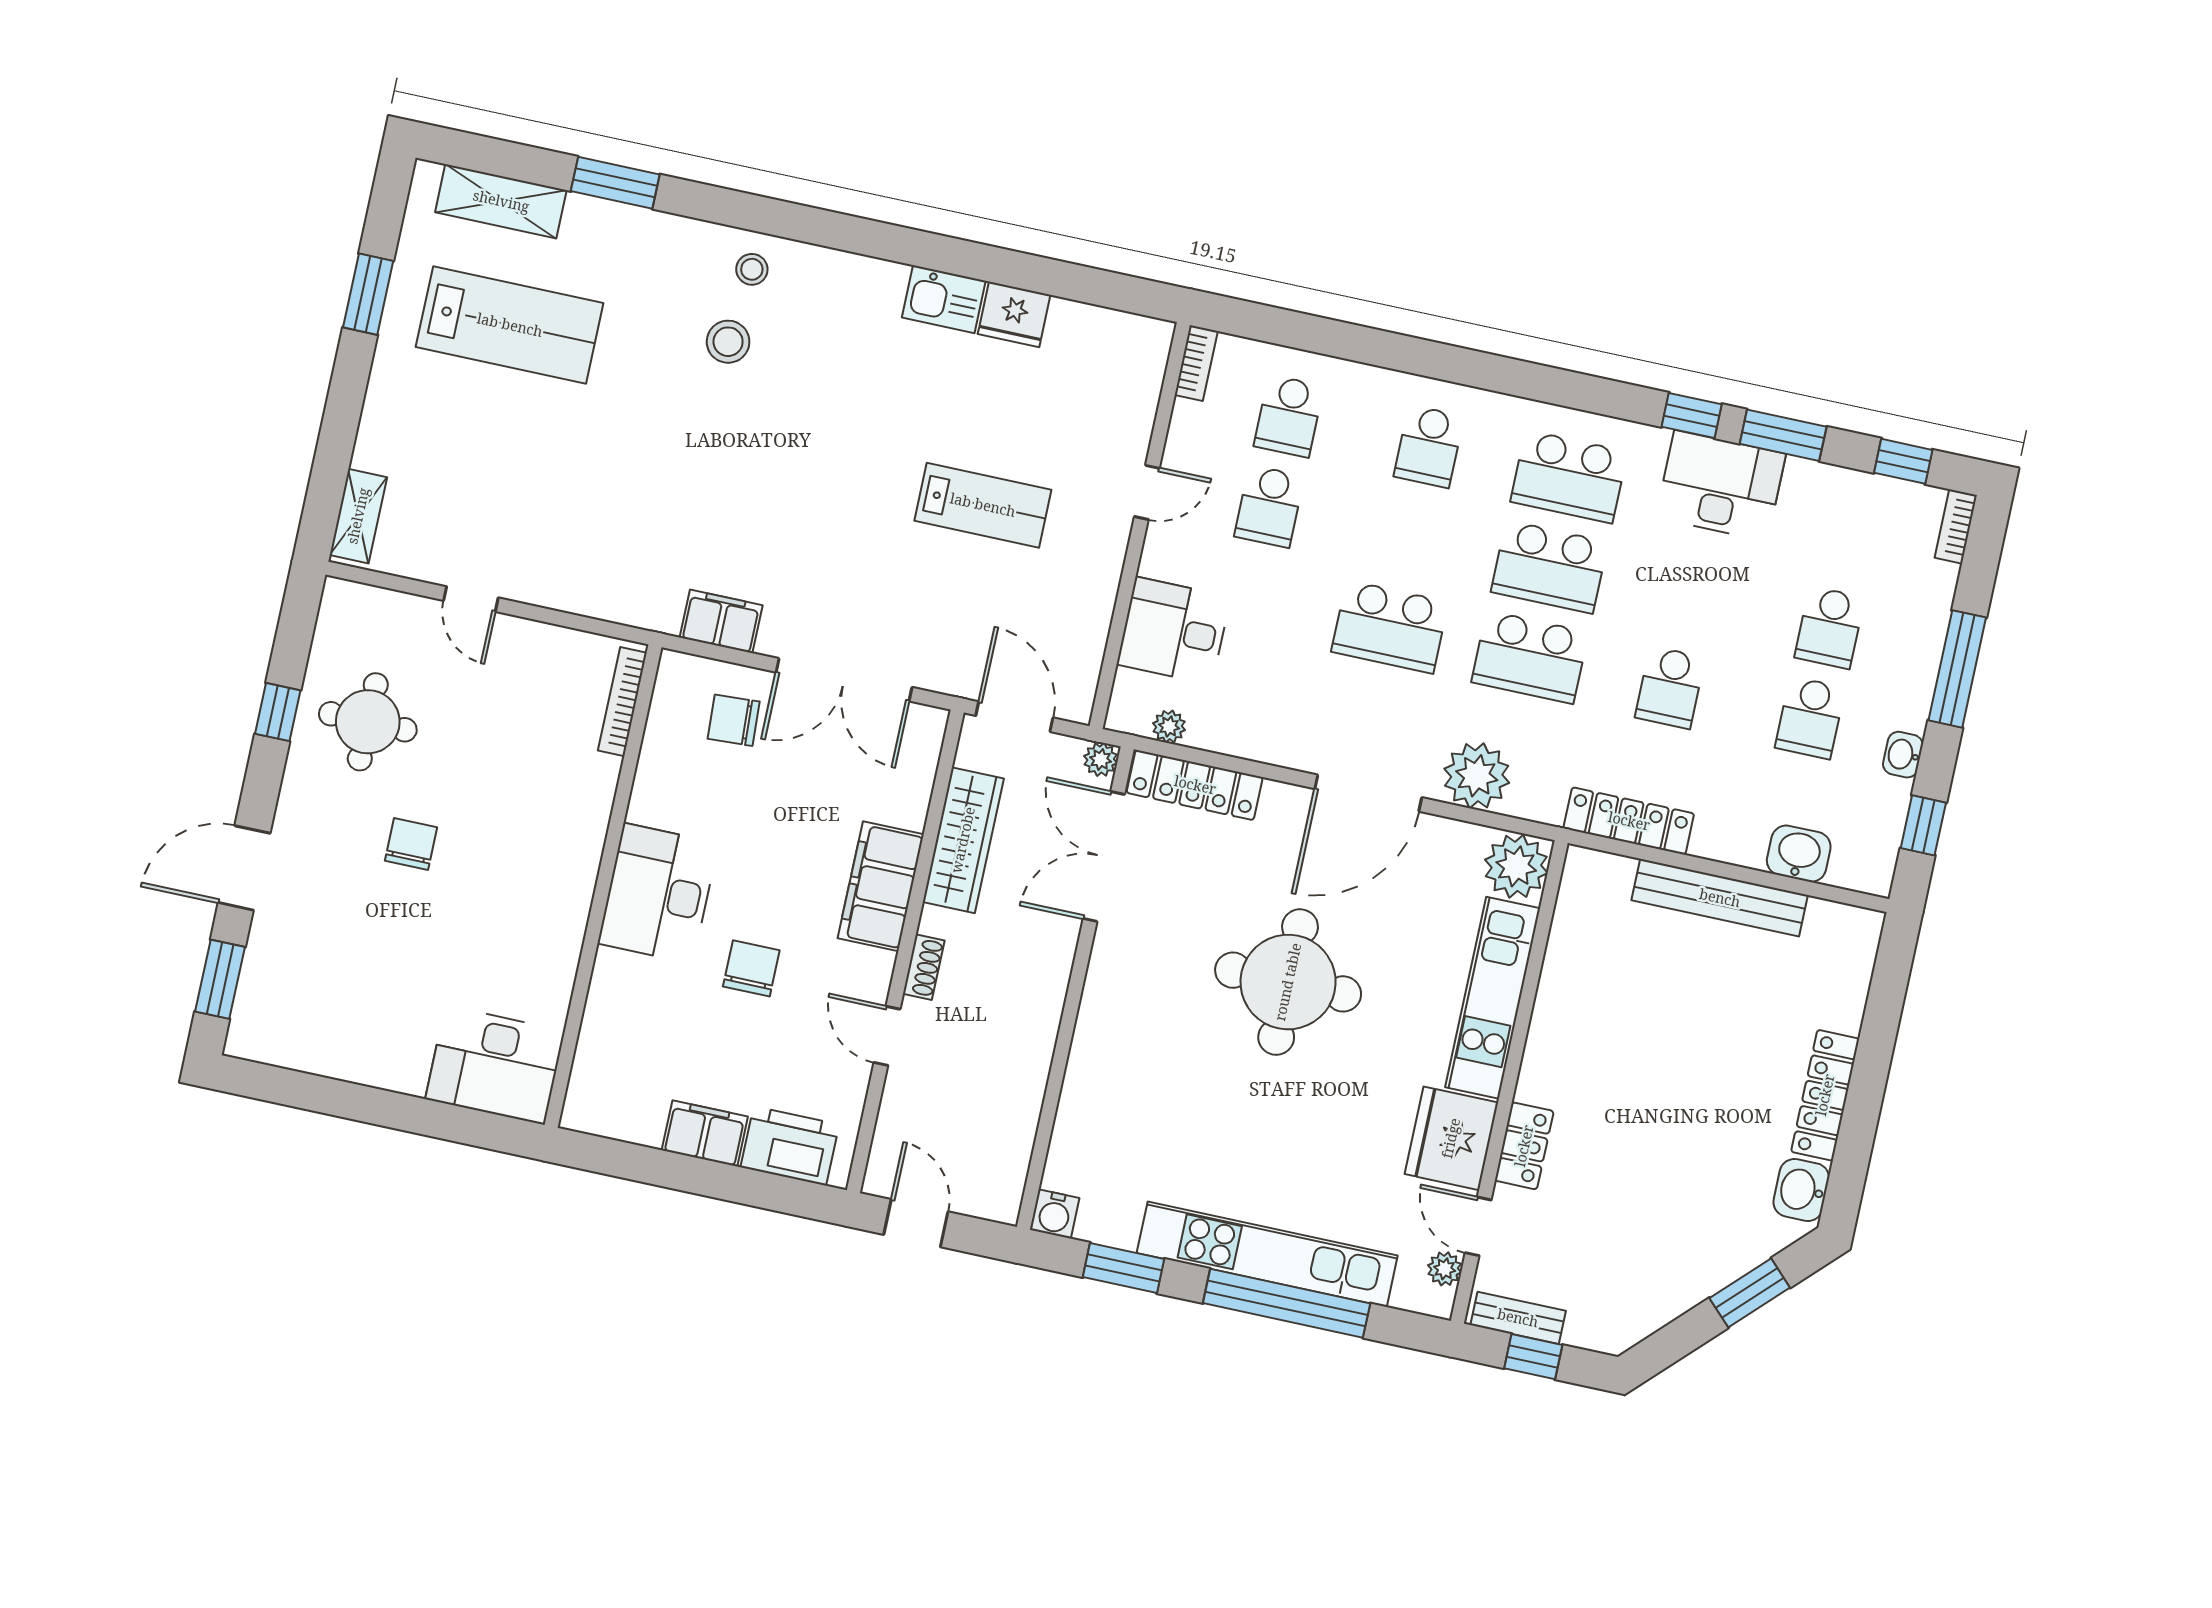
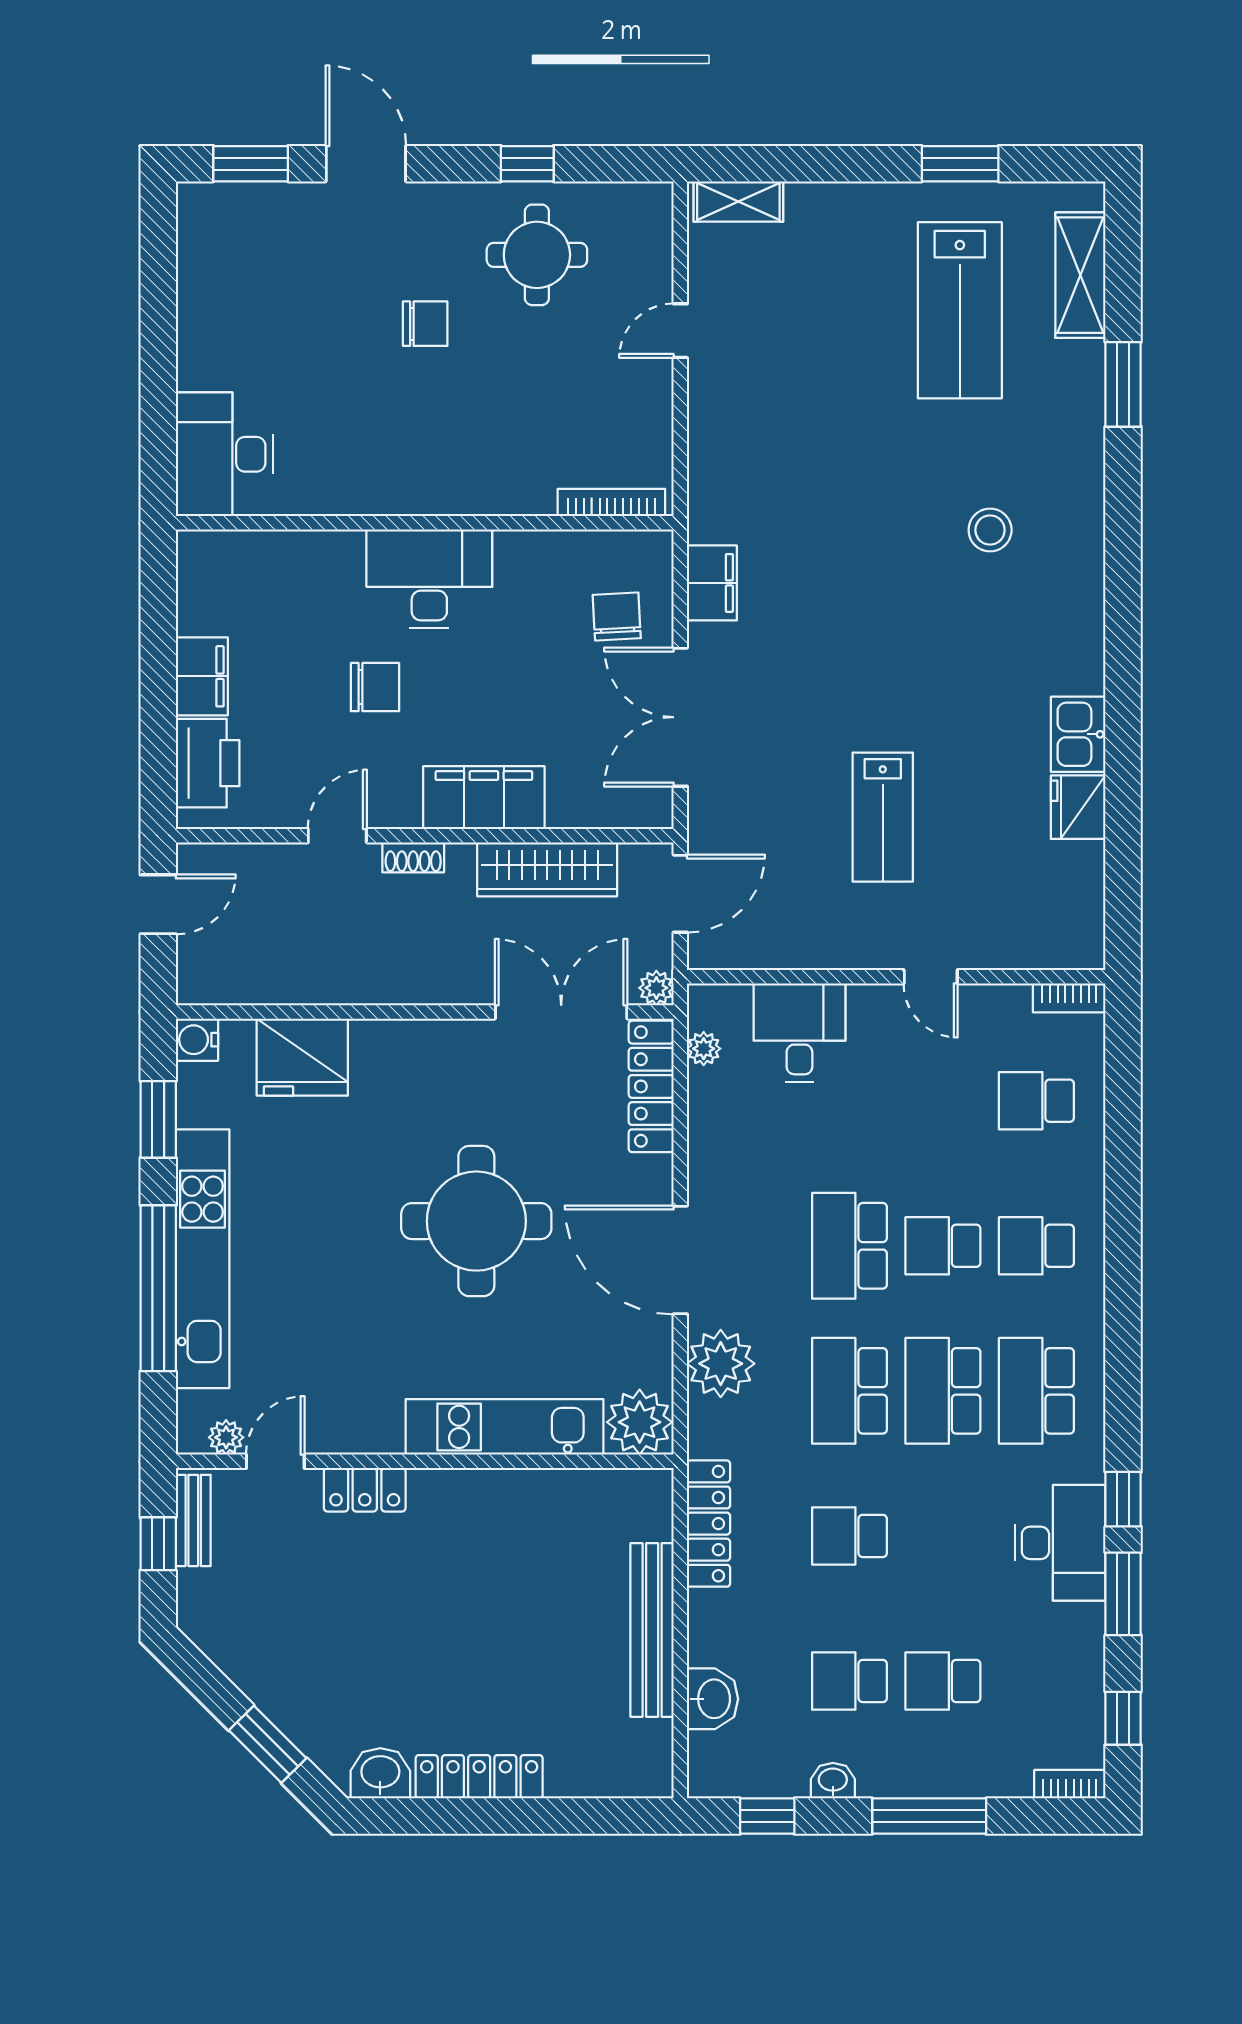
stool: (752, 269) -> (1067, 538), removed
school desk: (1269, 506) -> (943, 1246), moved
fridge: (1451, 1138) -> (302, 1057), moved, turned 180

